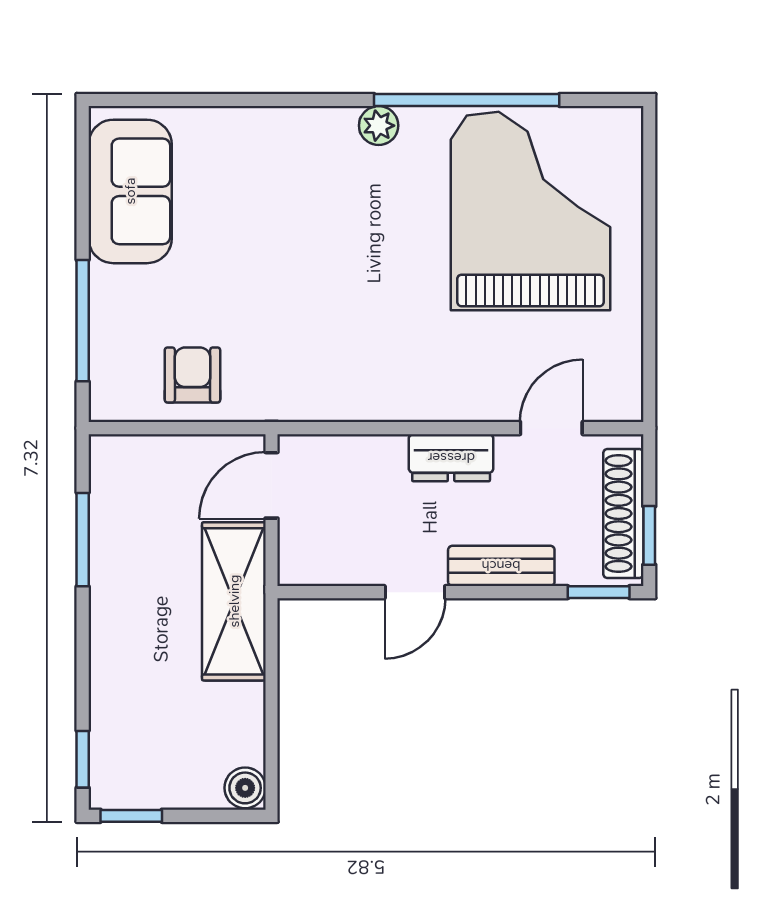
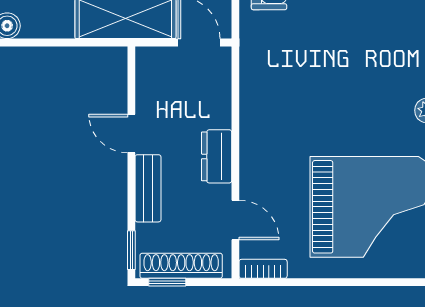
bookcase: (628, 384) -> (263, 269), added

